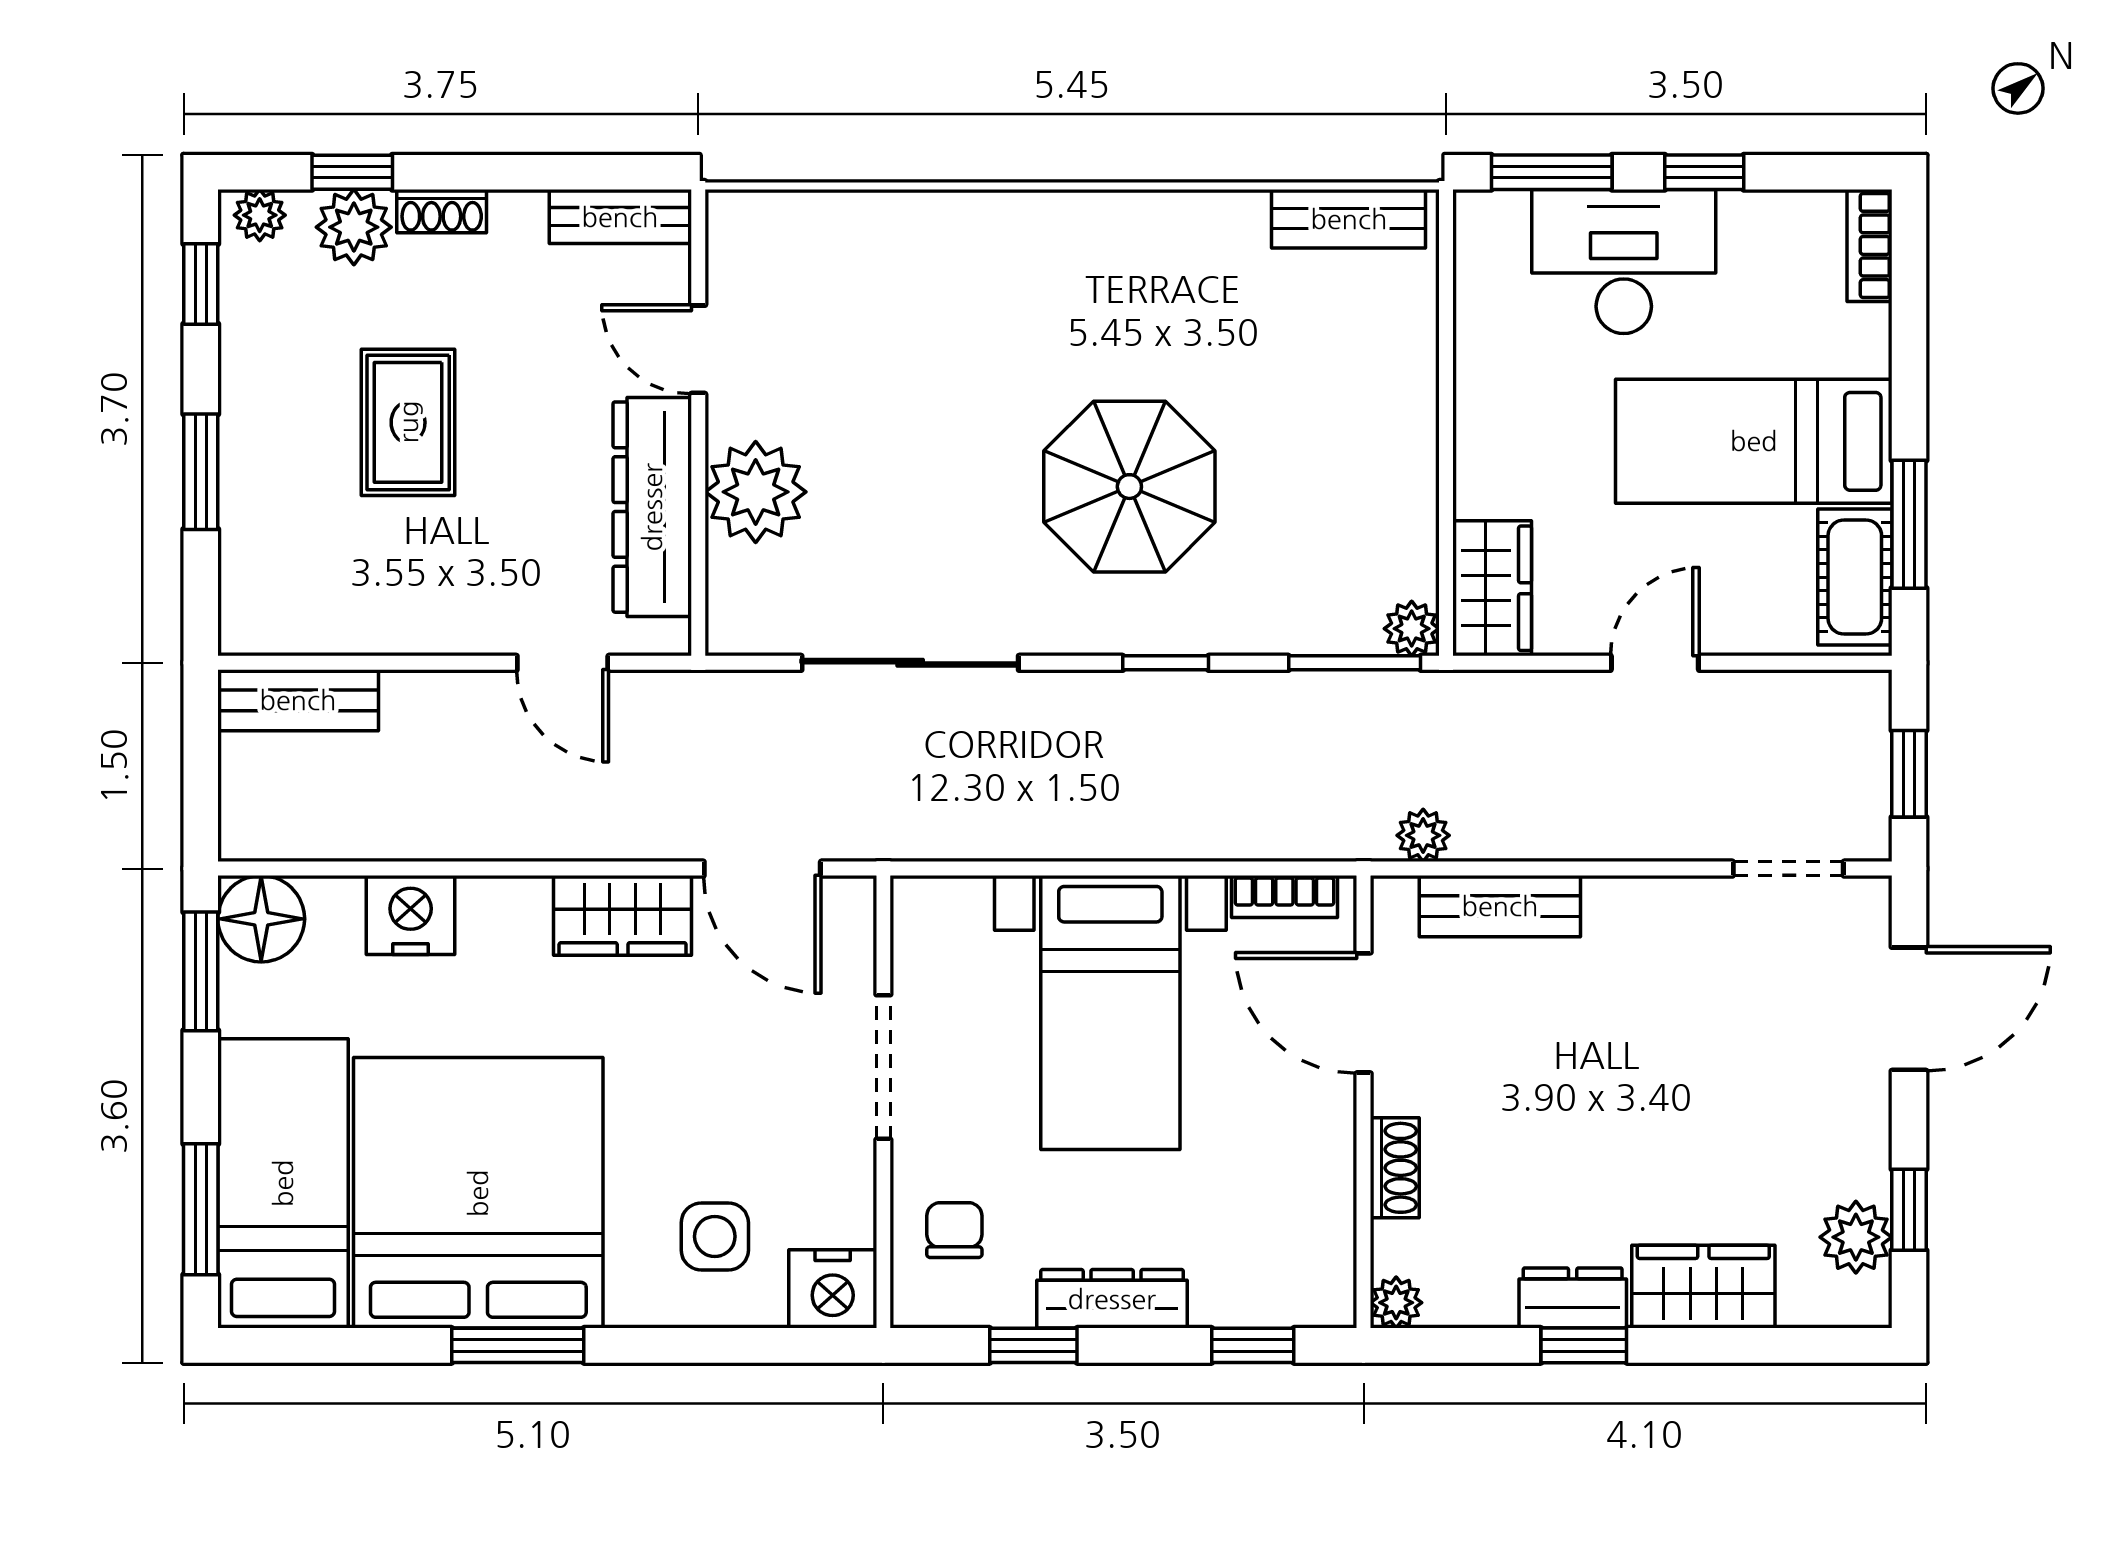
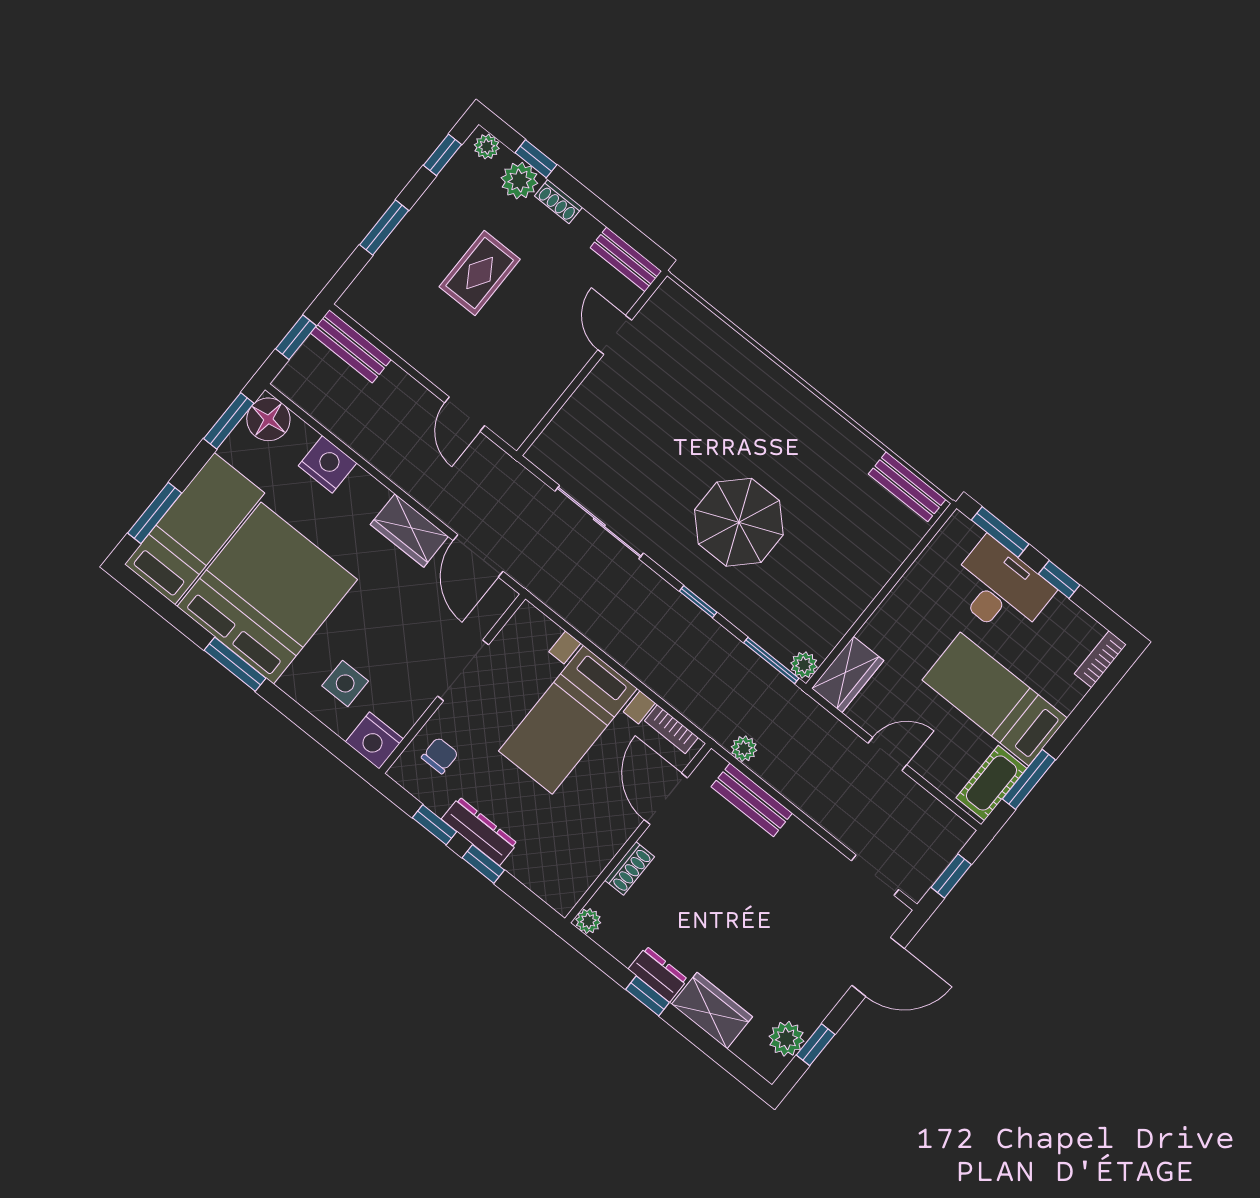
plant: (756, 492) -> (593, 408), removed
dresser: (652, 507) -> (548, 382), removed
window: (201, 755) -> (296, 337), added
window: (1253, 1345) -> (483, 864), moved

